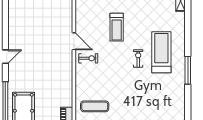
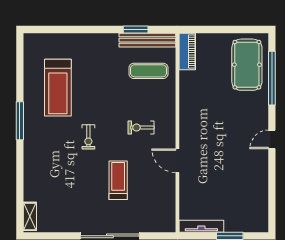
treadmill: (161, 52) -> (58, 88), moved
exercise bike: (88, 58) -> (141, 128), moved

